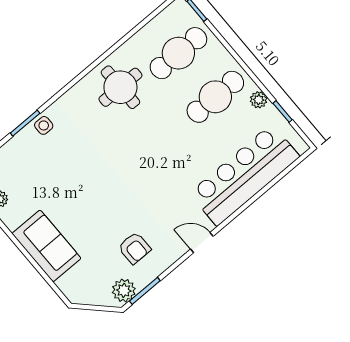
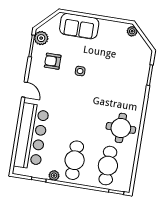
side table: (44, 125) -> (80, 71), moved
door: (202, 243) -> (25, 90), hinge flipped
sofa: (46, 246) -> (79, 26), moved

